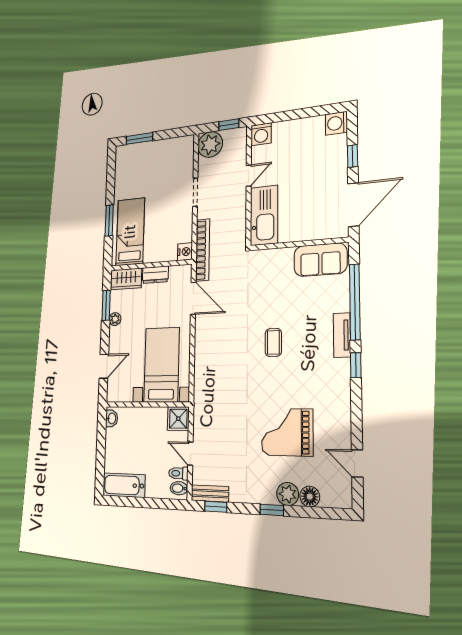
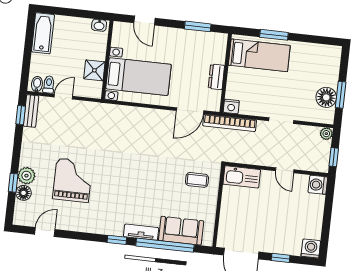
window: (139, 138) -> (341, 95), moved
plant: (210, 145) -> (326, 134), width x0.53, depth x0.53
floor lamp: (167, 149) -> (326, 97), added
kitchen sink: (264, 215) -> (242, 177), width x0.73, depth x0.81
sofa: (320, 260) -> (181, 231), moved, turned 90
wardrobe: (126, 279) -> (218, 48), removed
plant: (115, 319) -> (184, 35), removed
coffee table: (273, 342) -> (197, 180), moved
shower: (178, 419) -> (94, 70), moved
window: (272, 510) -> (13, 183), moved

